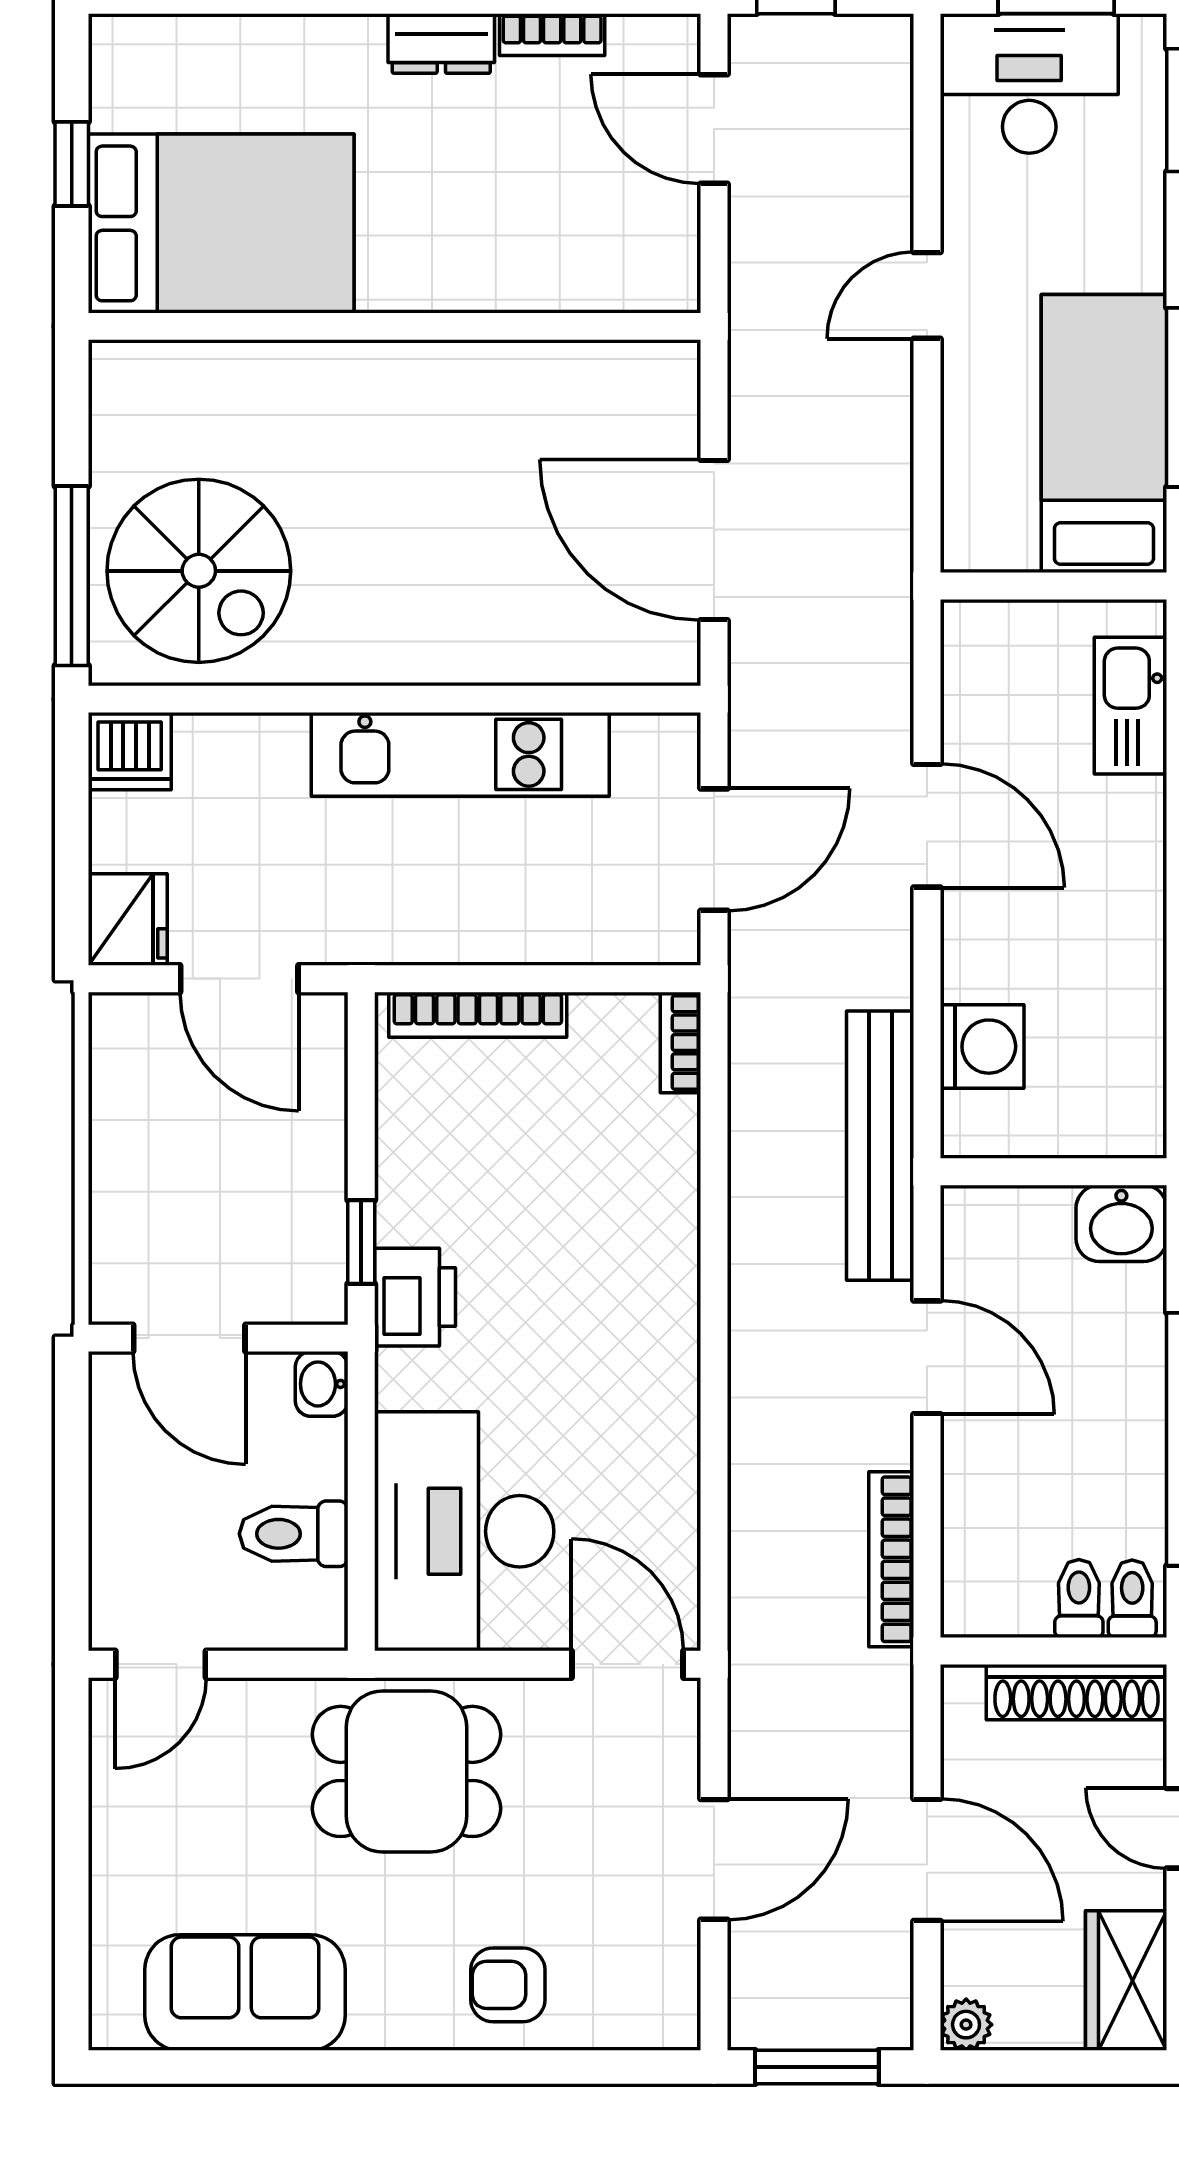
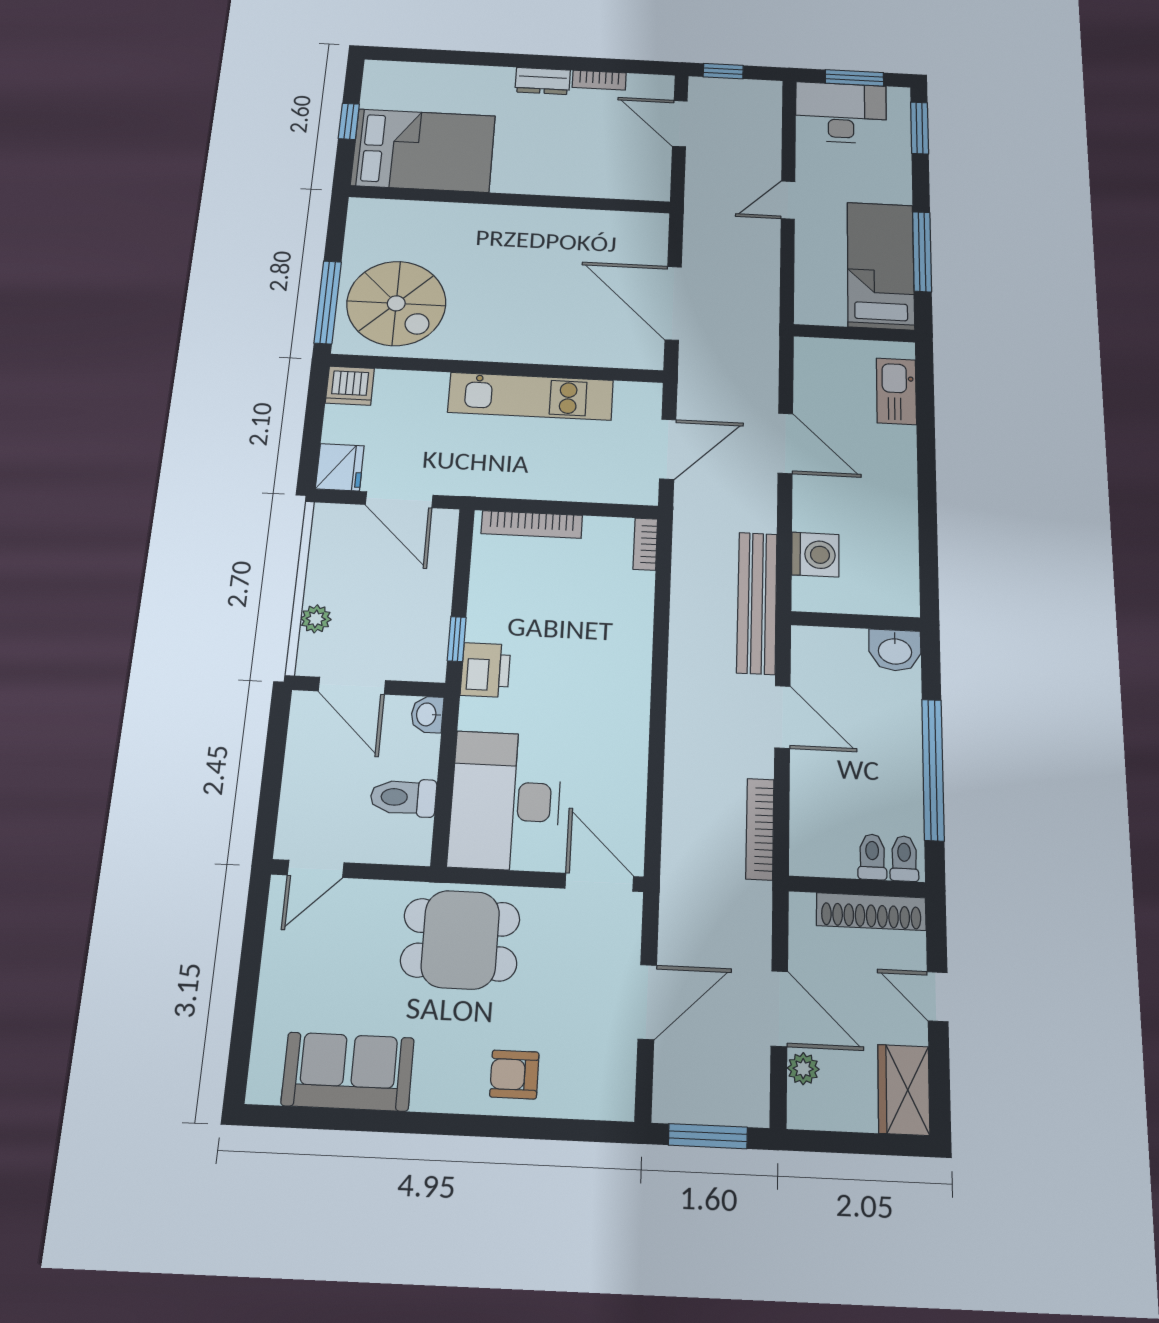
plant: (115, 1217) -> (316, 619), added
plant: (966, 2025) -> (803, 1069), moved

